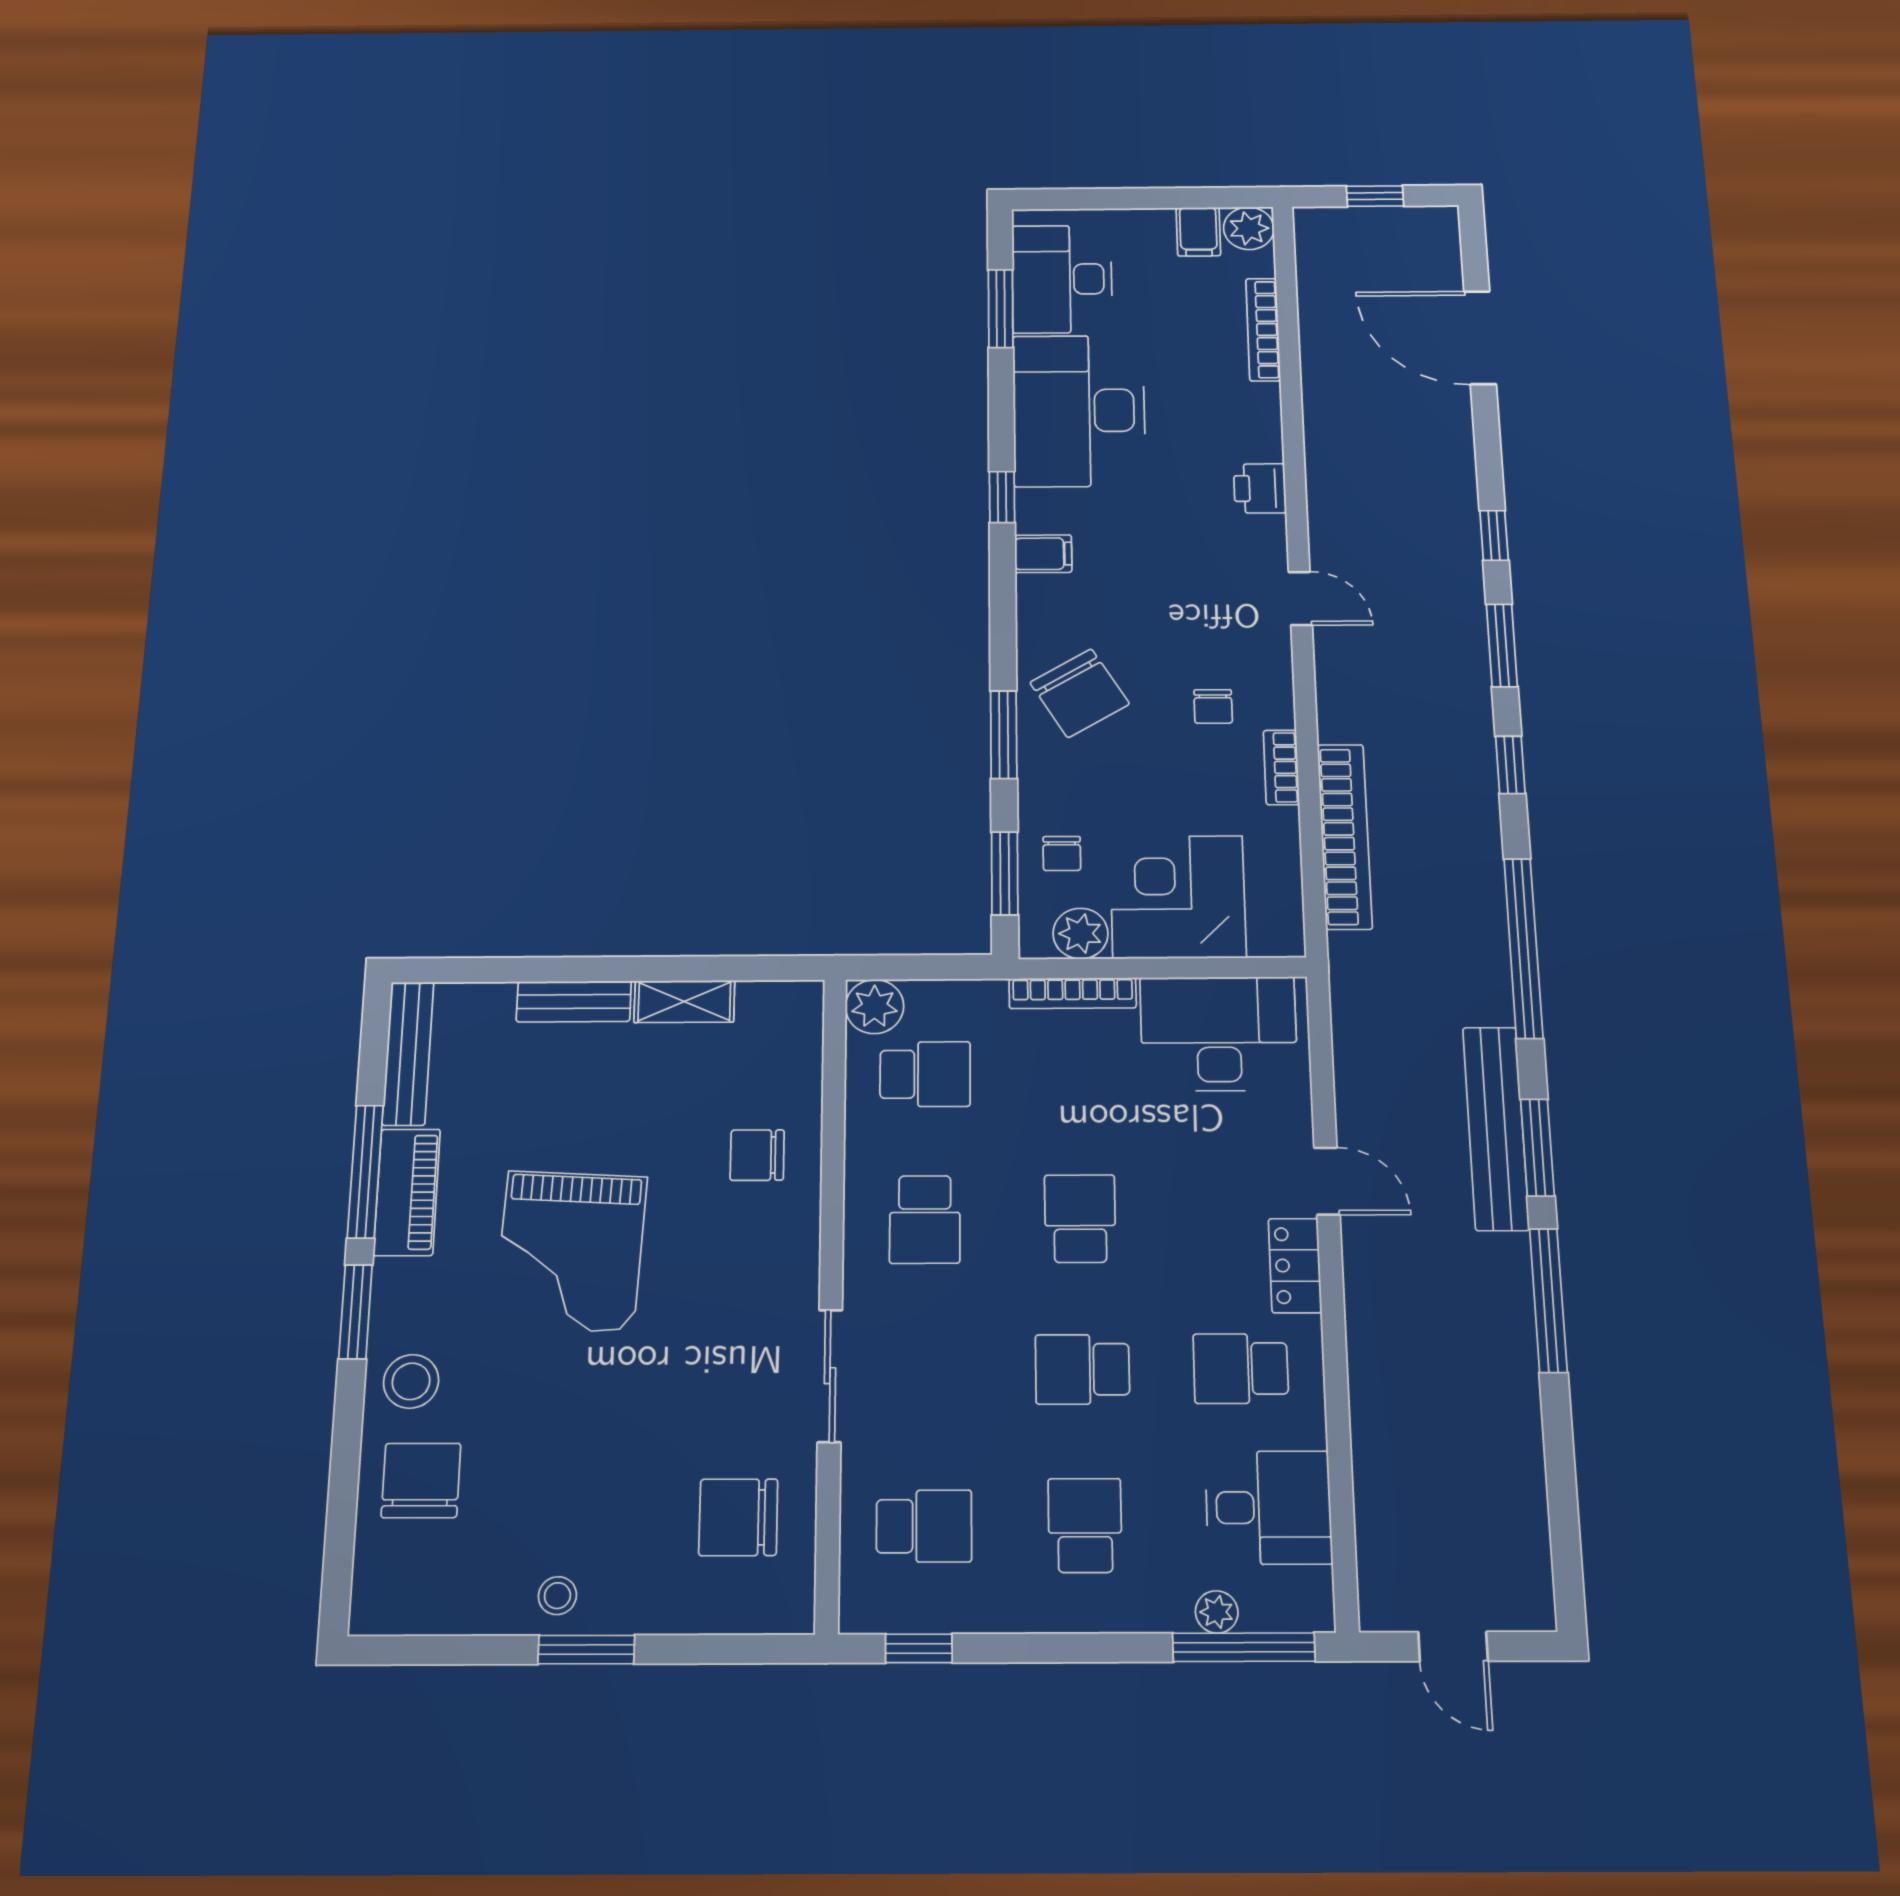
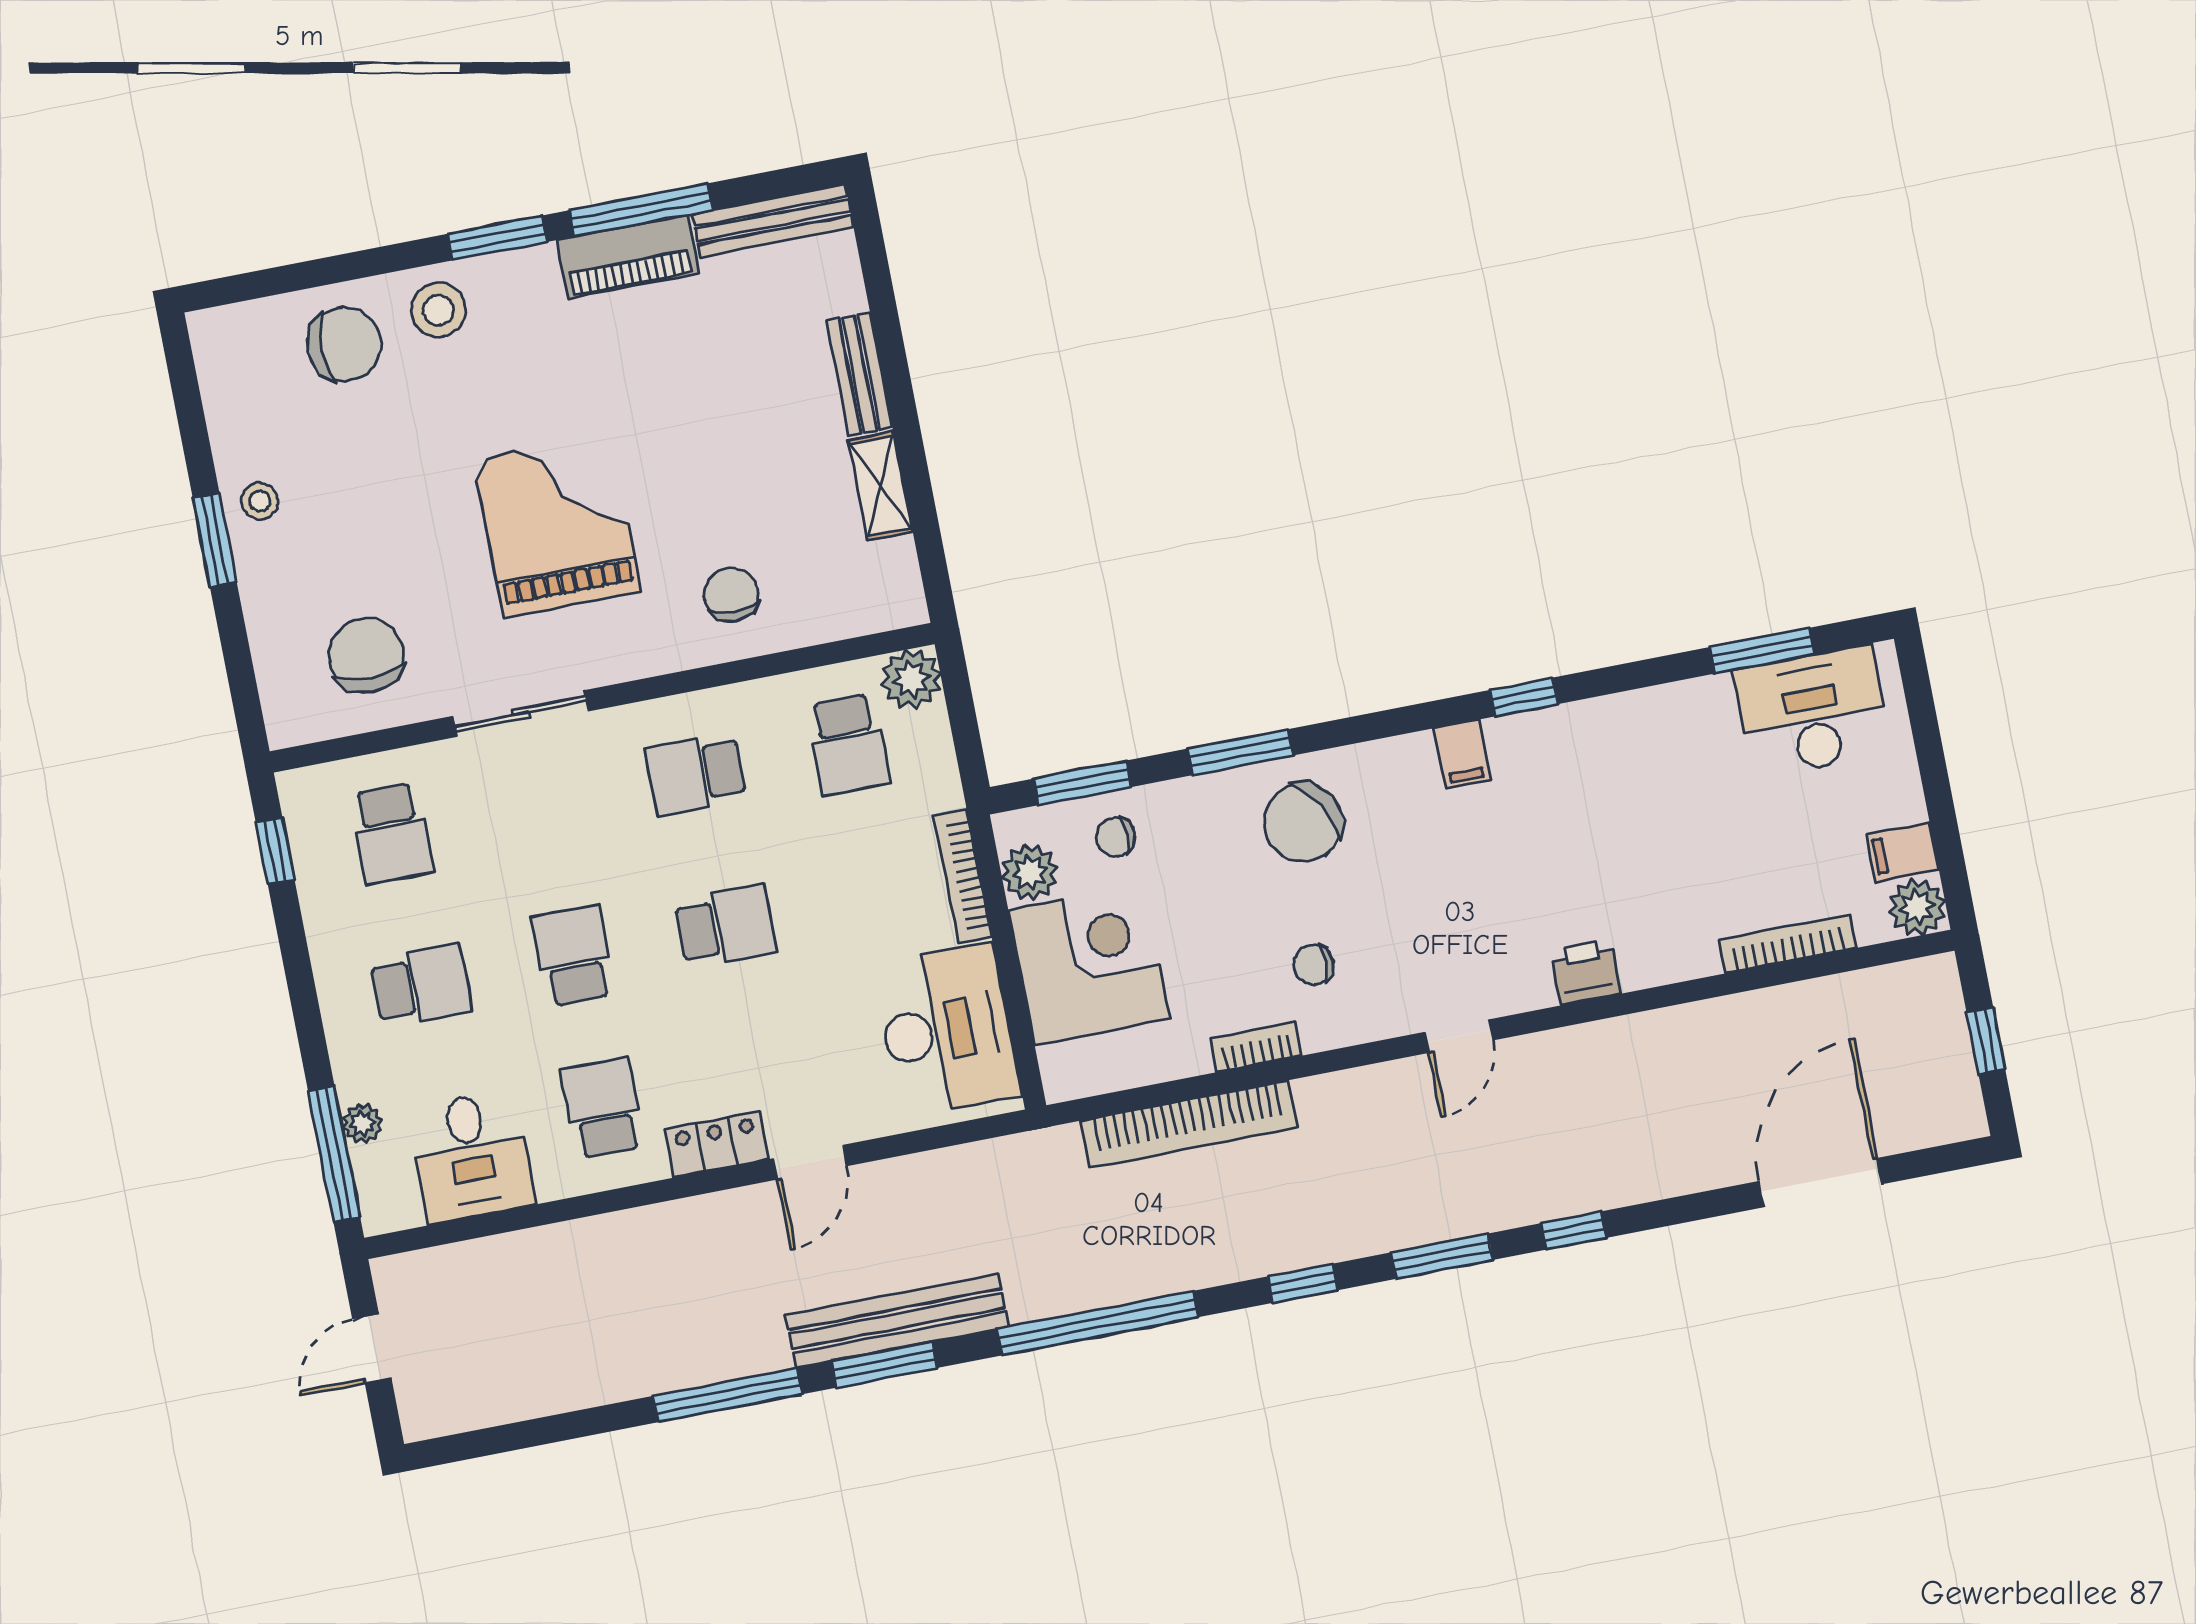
desk: (1079, 411) -> (1647, 760), removed
grand piano: (570, 1251) -> (557, 525), moved, turned 87

